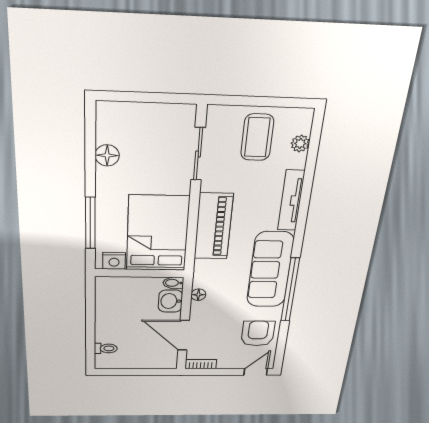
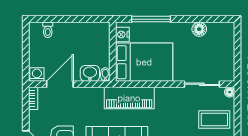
piano: (213, 226) -> (129, 98), moved
floor lamp: (198, 295) -> (230, 92), moved
washing machine: (168, 360) -> (37, 74), added

